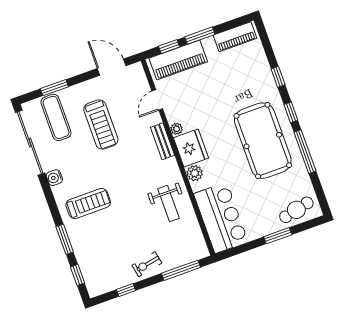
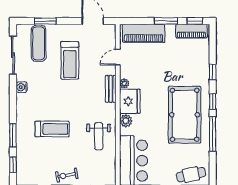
window: (169, 47) -> (195, 21), moved
sliding door: (30, 143) -> (13, 55), width x0.73
treadmill: (88, 204) -> (52, 129), moved

